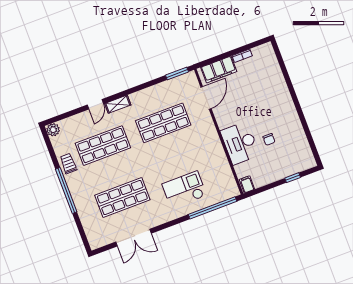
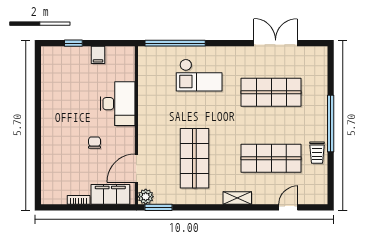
door: (95, 104) -> (288, 207), moved
shop shelf: (163, 123) -> (194, 158), turned 90
plant: (53, 130) -> (146, 197), moved
chair: (269, 139) -> (95, 143), moved
filing cabinet: (247, 184) -> (98, 55), moved

